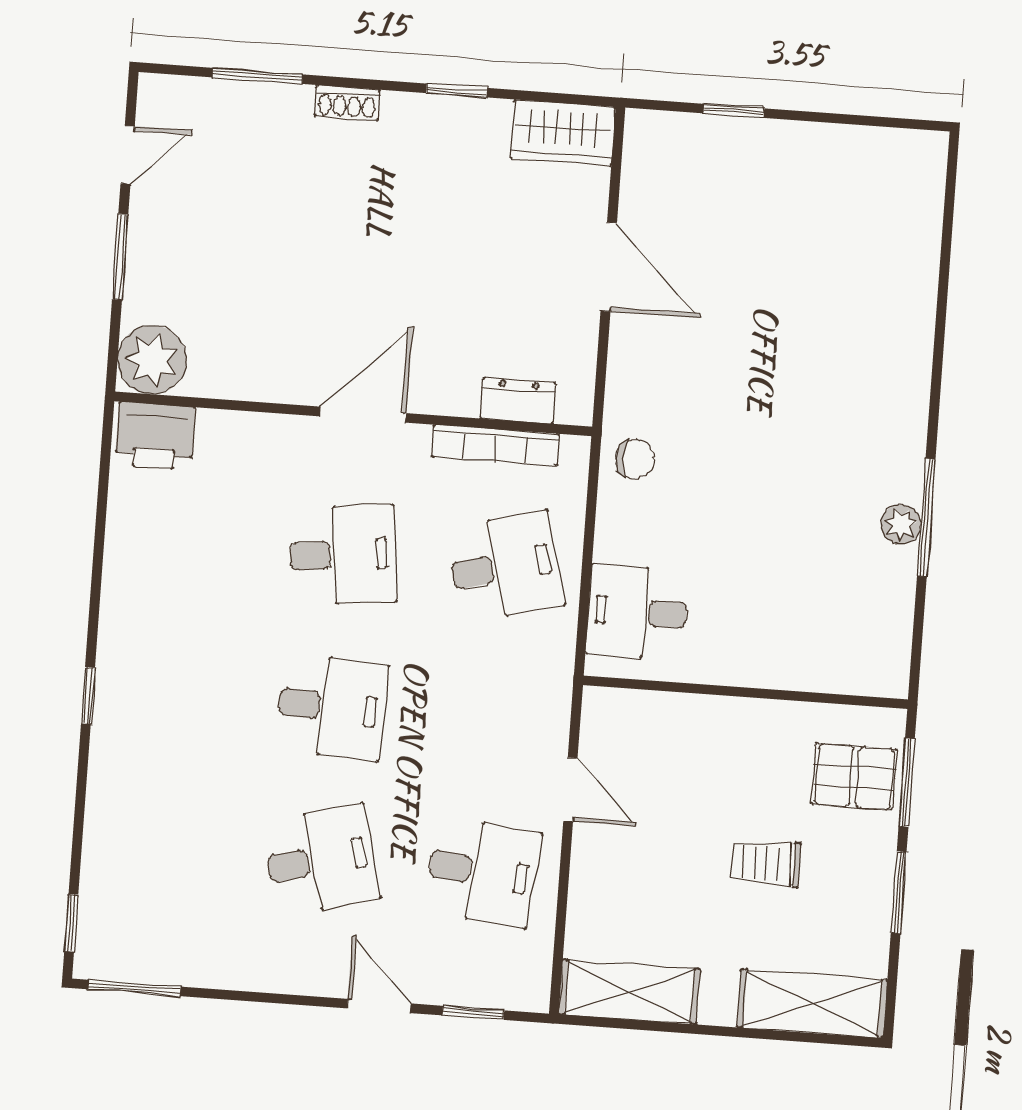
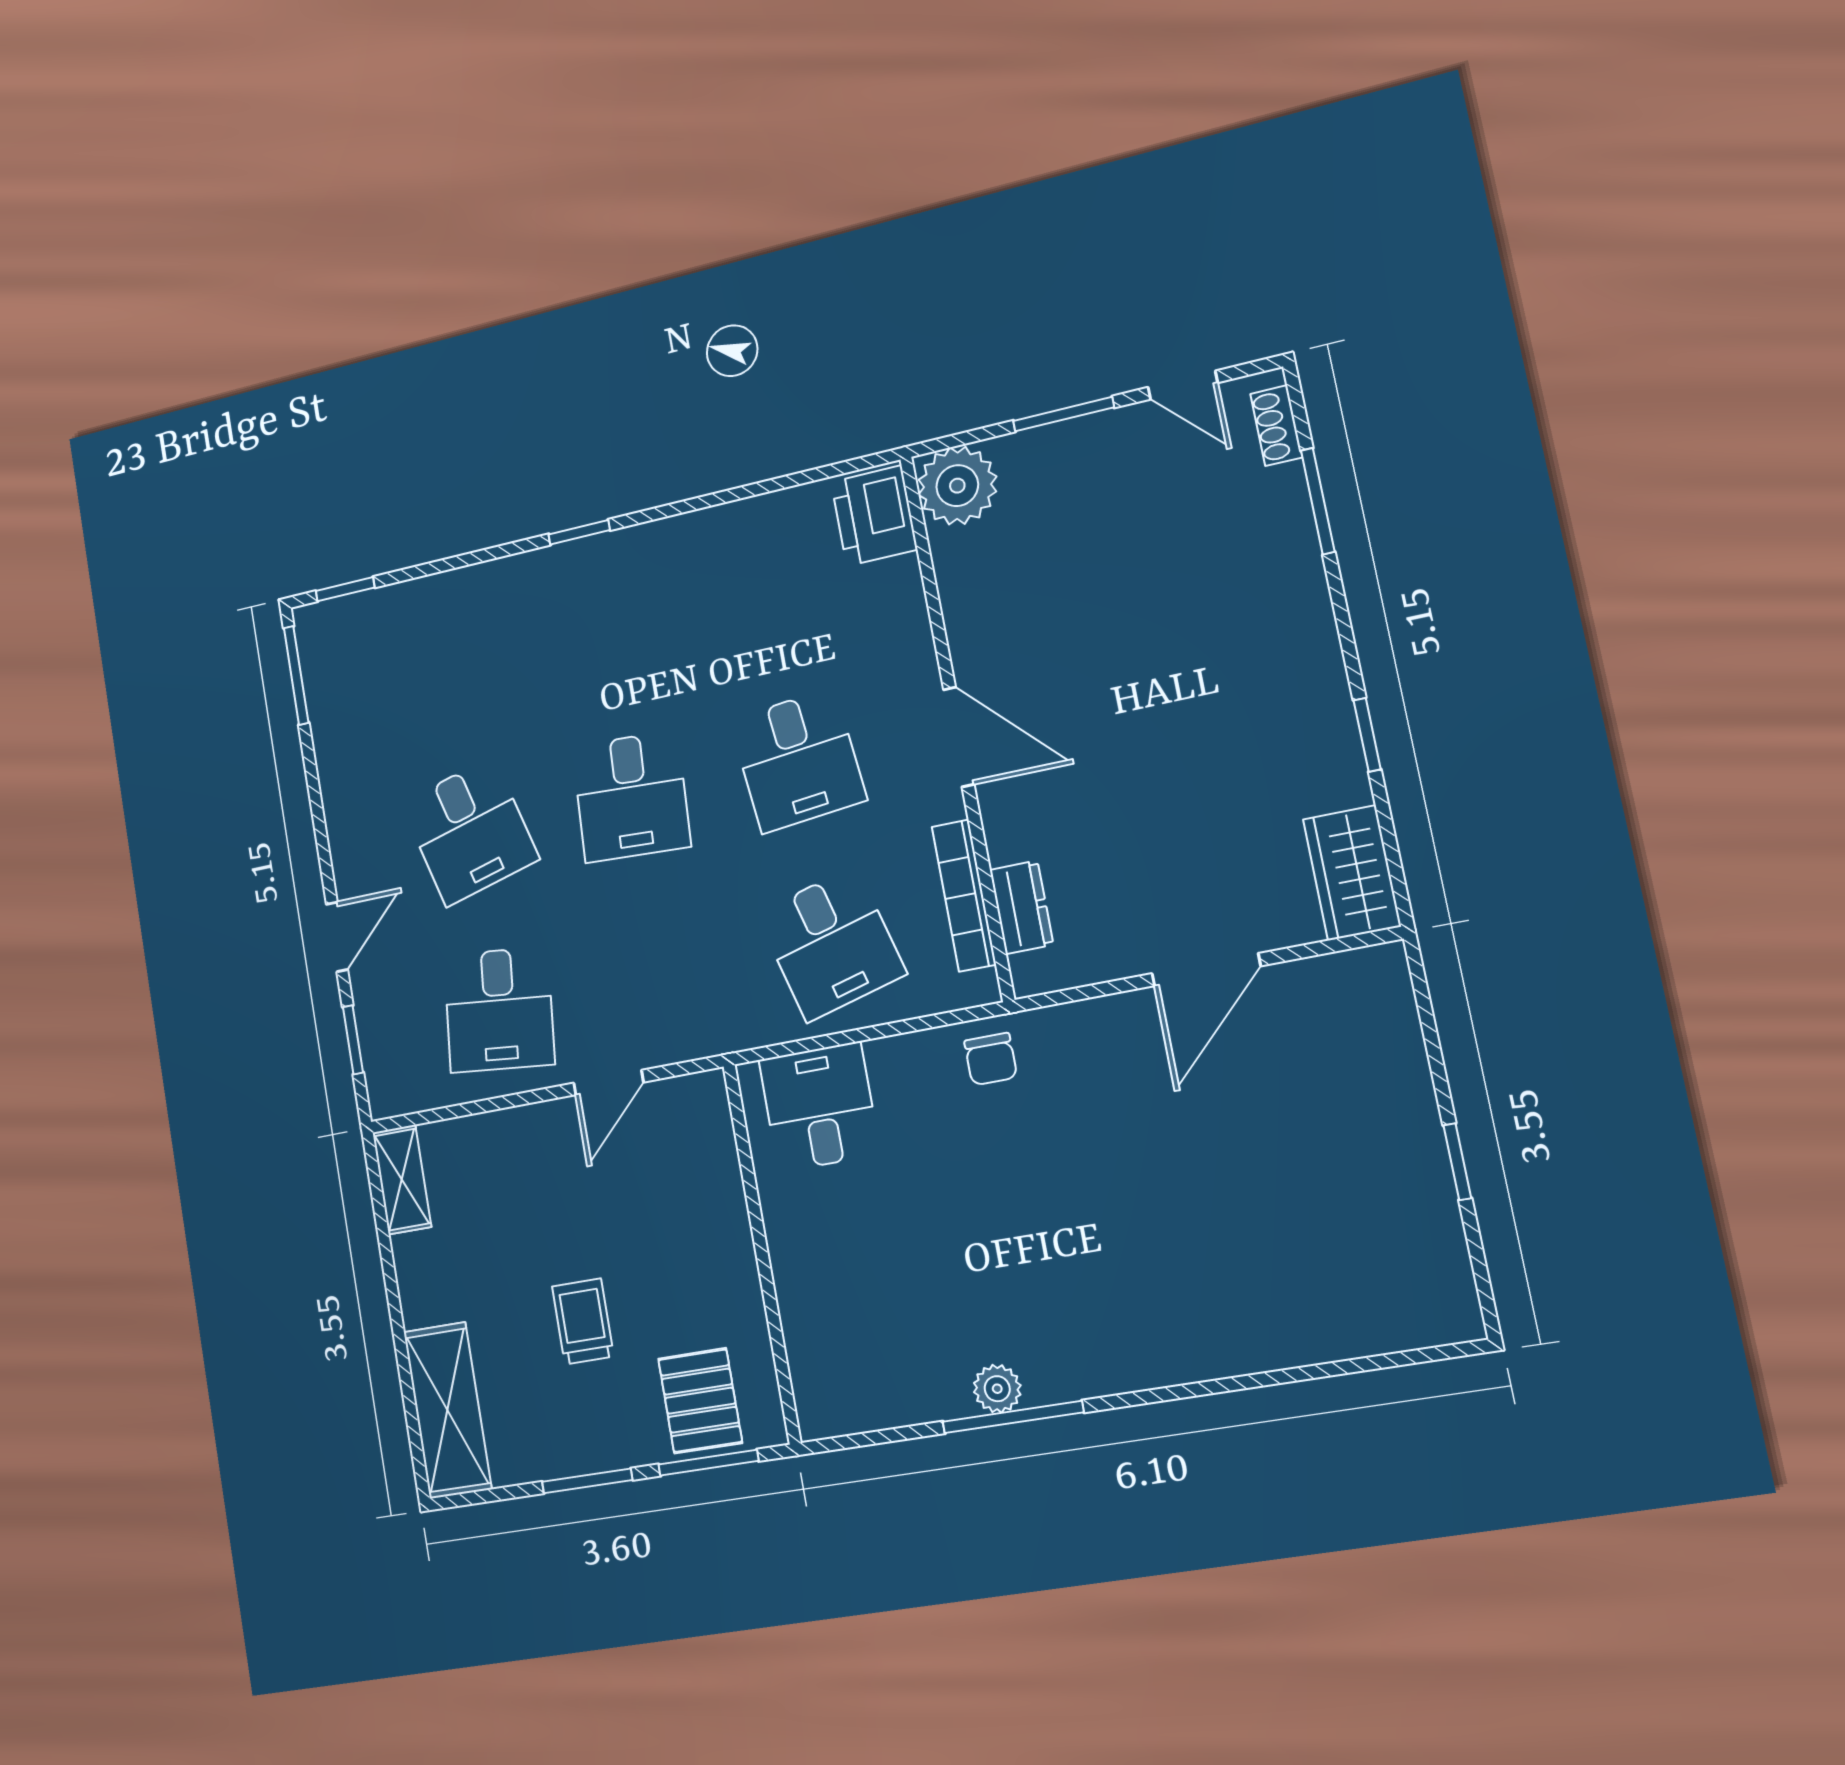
shoe rack: (347, 103) -> (1276, 426), moved
window: (734, 111) -> (1457, 1162), moved
shelving: (629, 992) -> (402, 1180), width x0.67, depth x0.75

